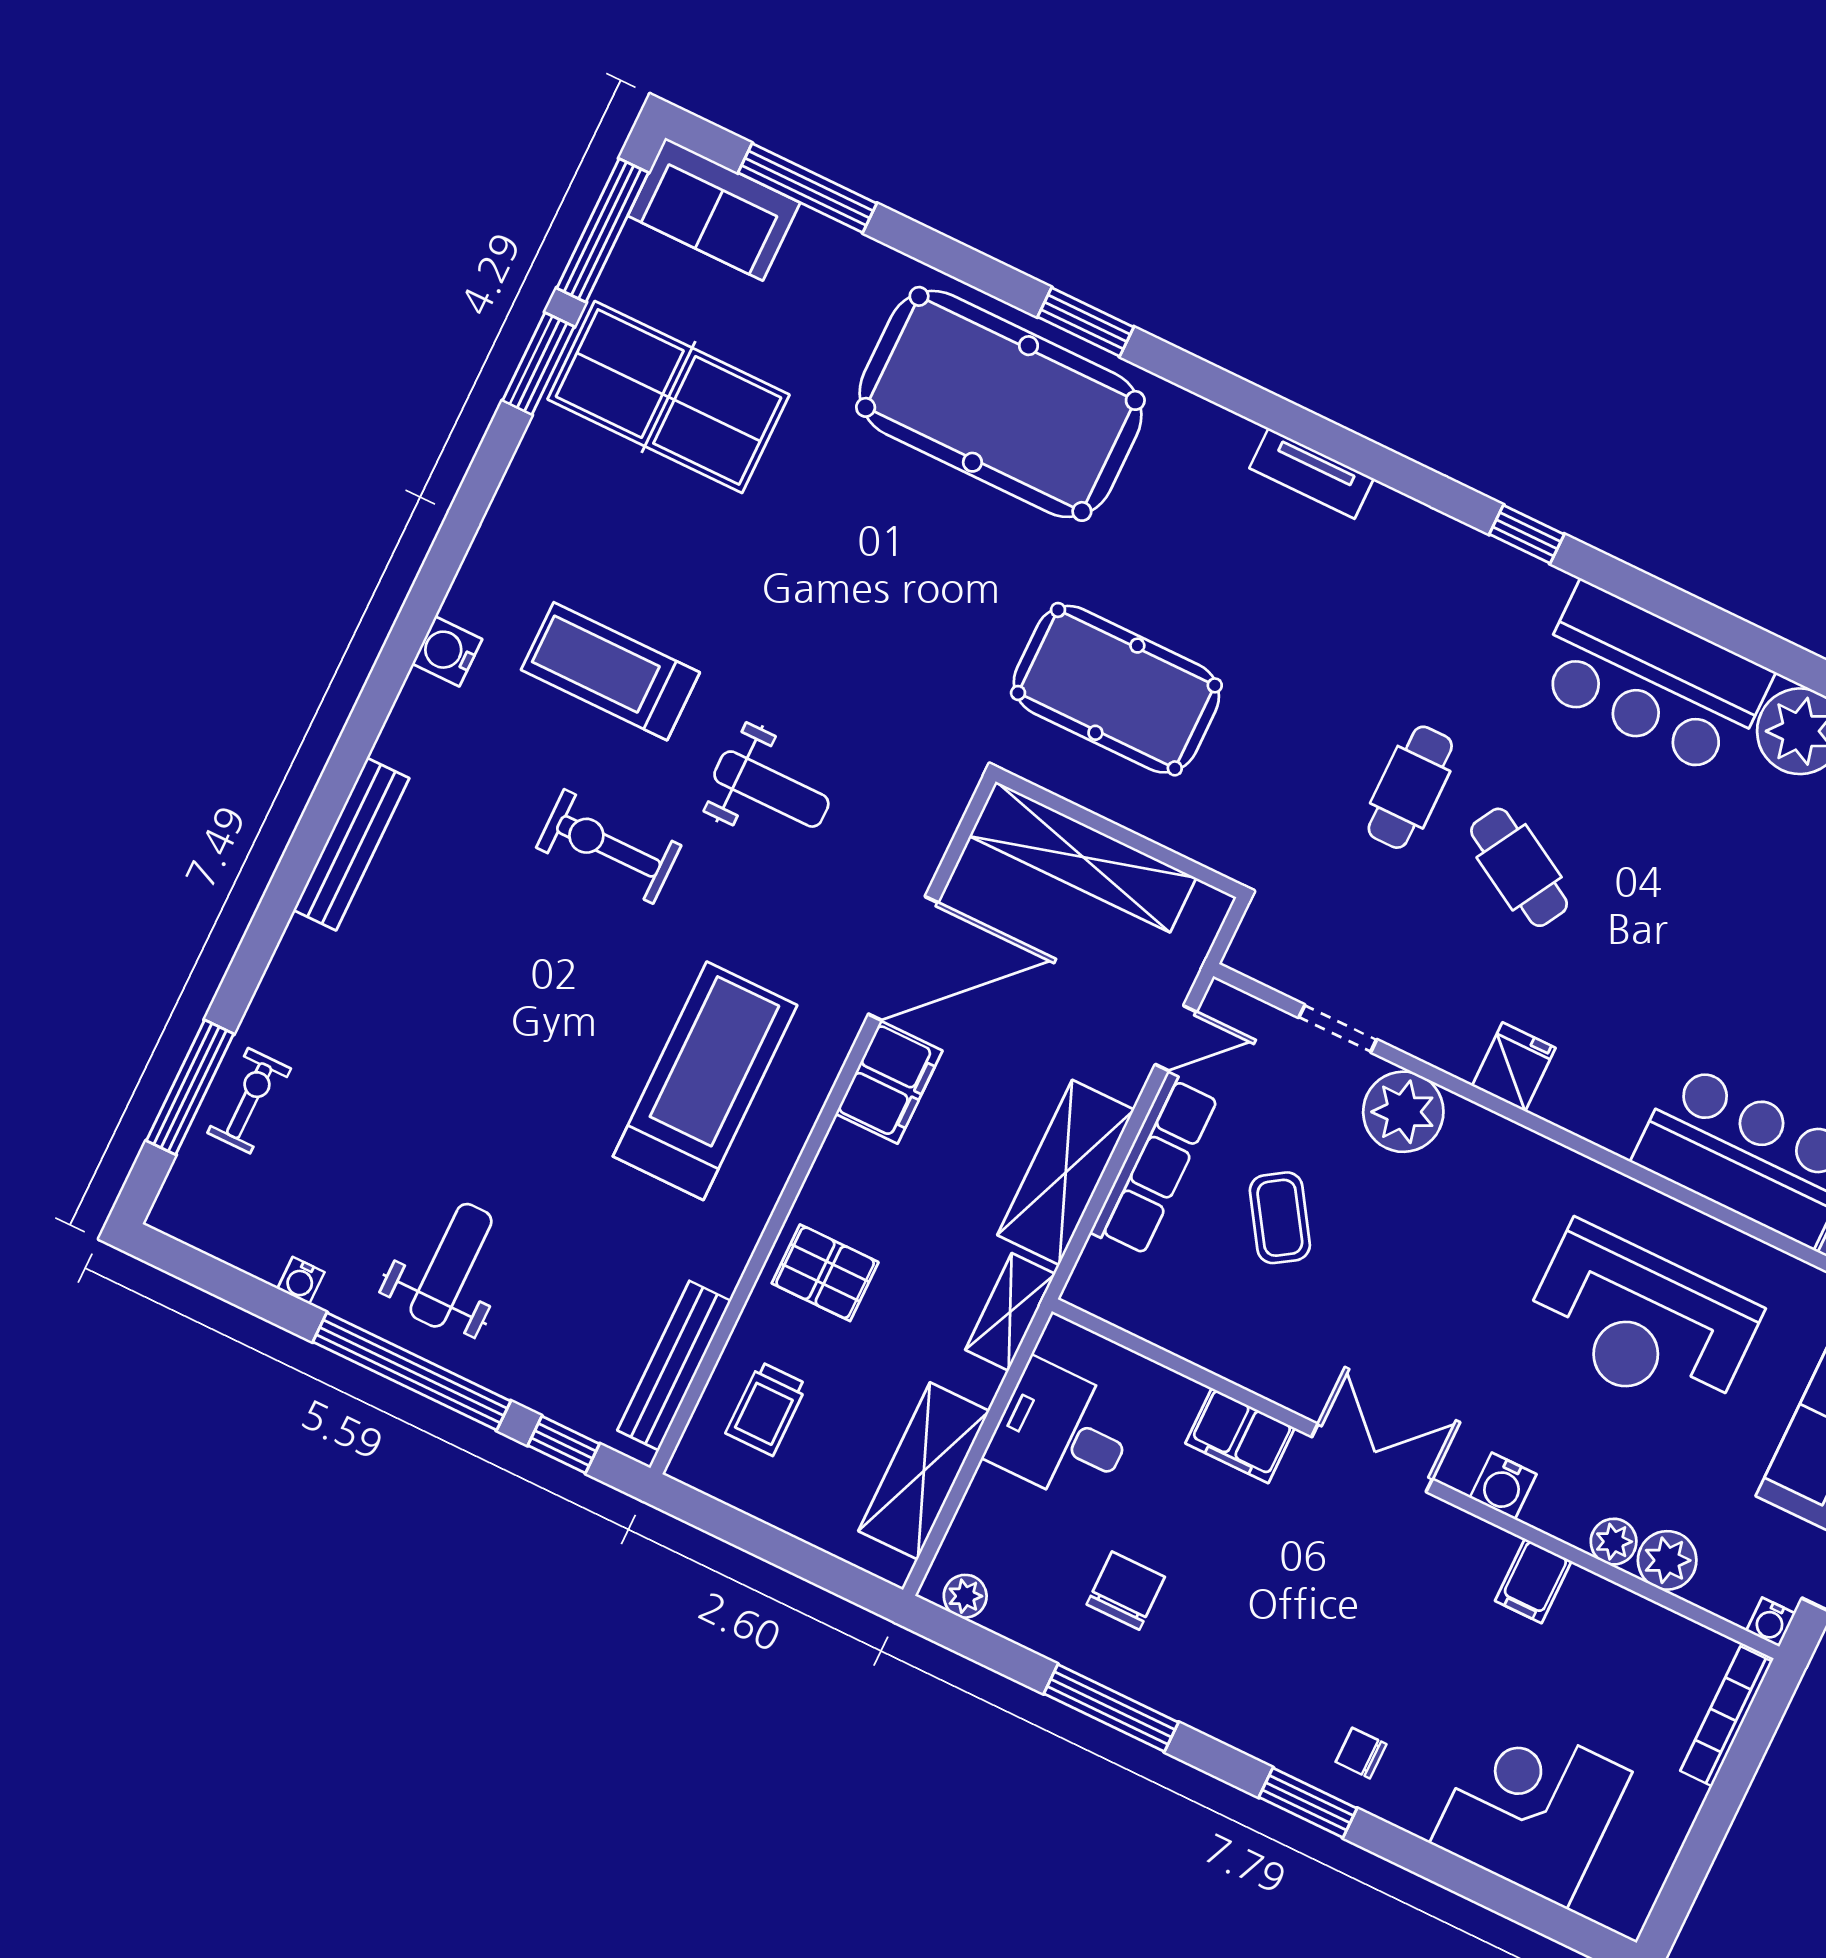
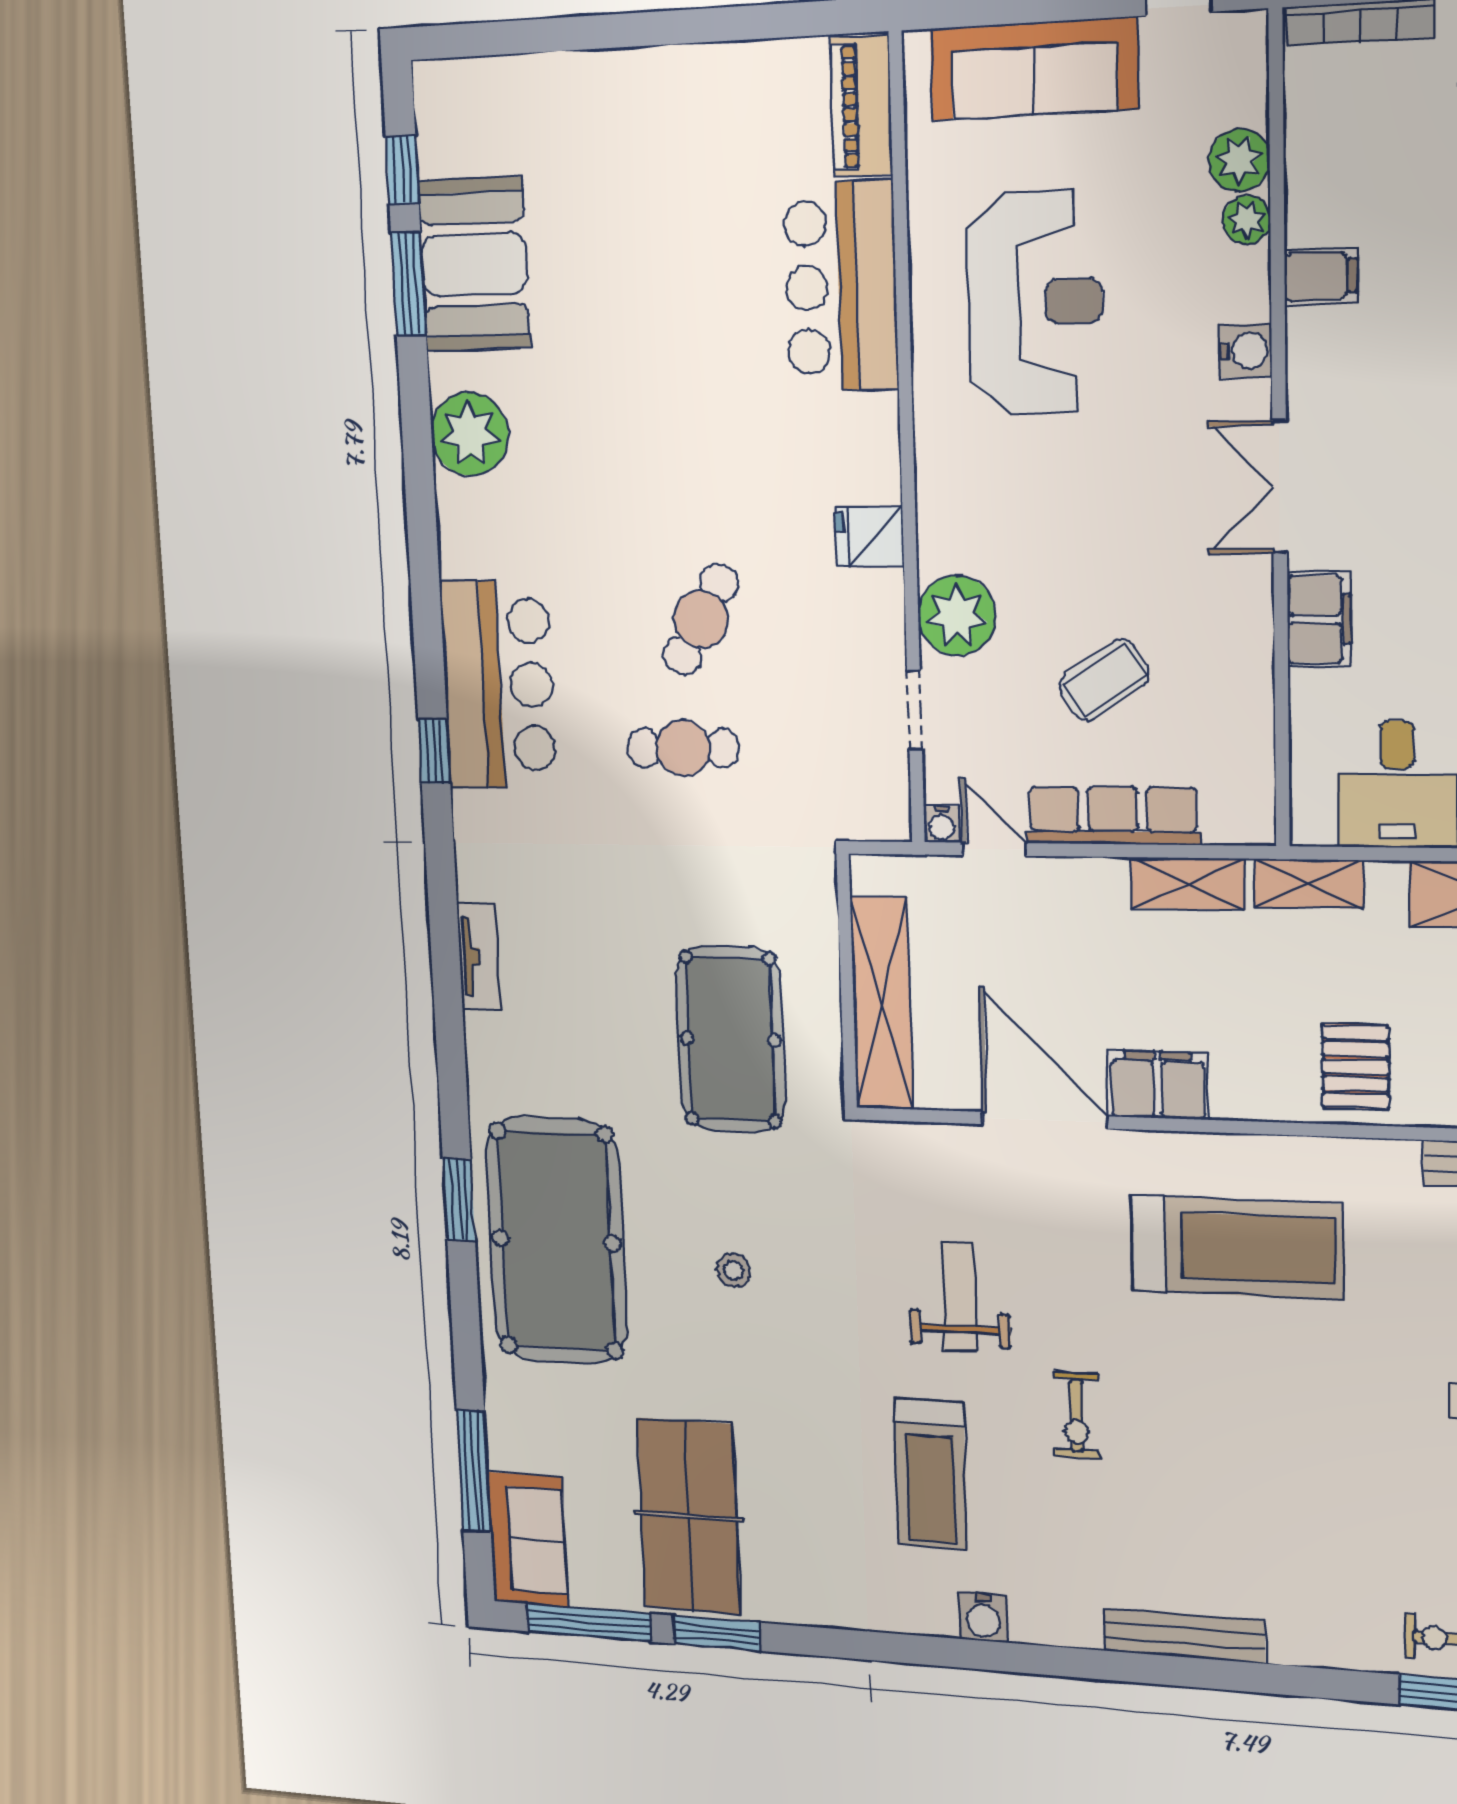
stool: (893, 574) -> (733, 1271), added
bar counter: (1652, 679) -> (498, 685), moved
exercise bike: (609, 846) -> (1077, 1415), width x0.73, depth x0.72
treadmill: (705, 1081) -> (1237, 1247), turned 180
shelving: (1066, 1172) -> (1188, 884), width x0.67, depth x0.75
water cooler: (1771, 1622) -> (942, 824), moved, turned 90

